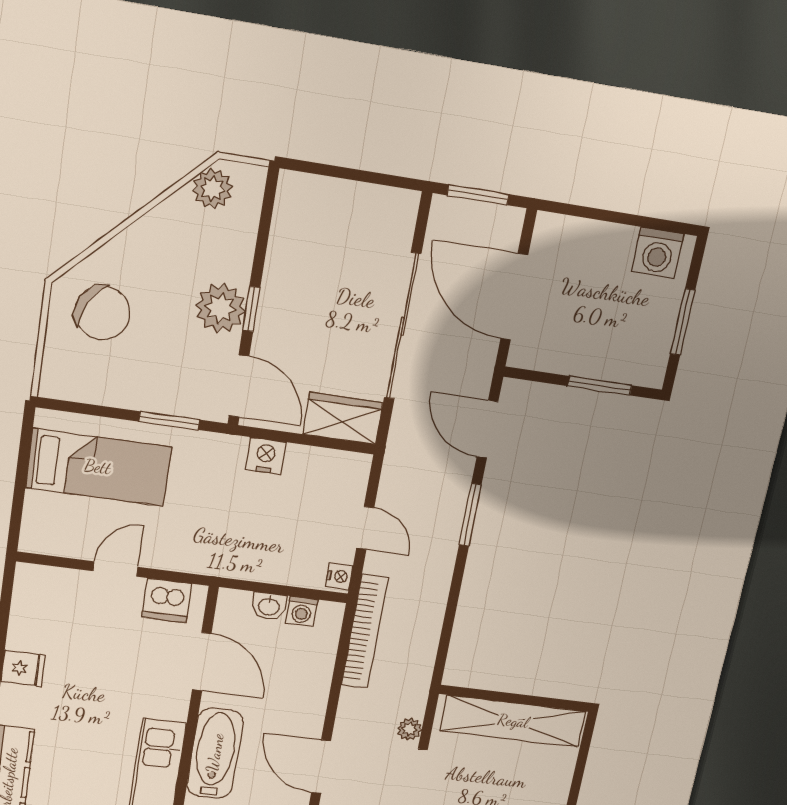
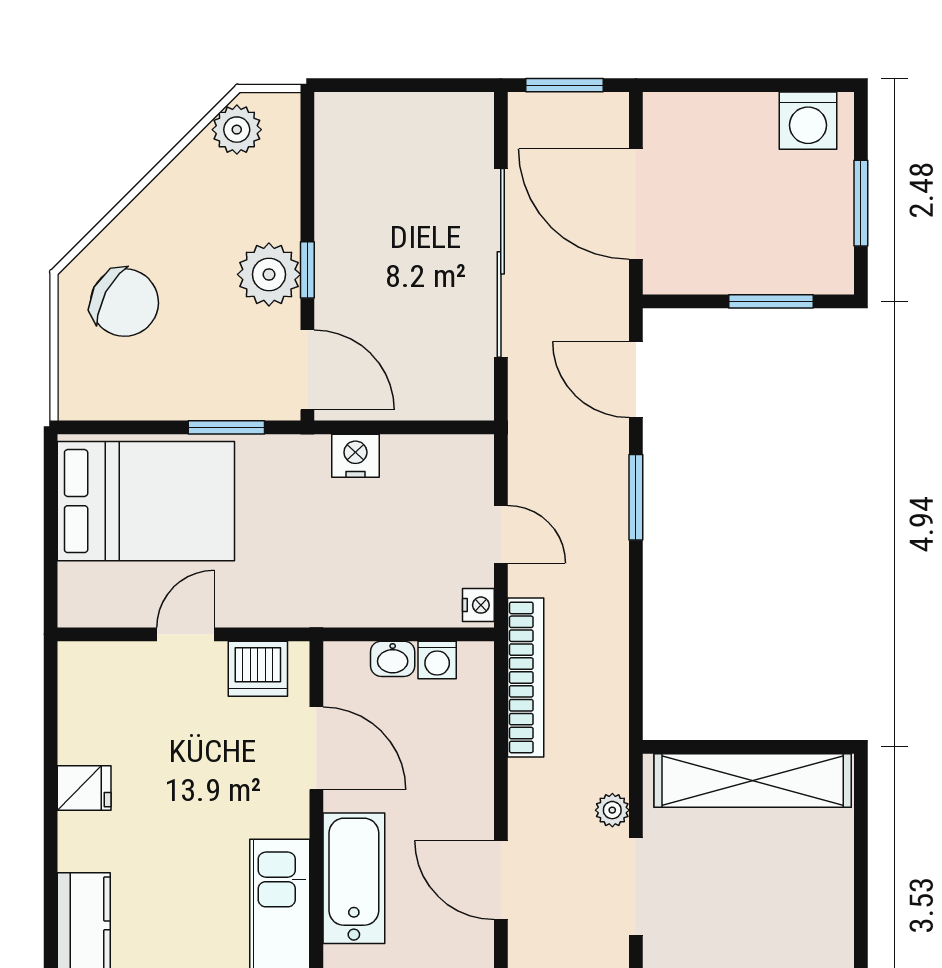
wardrobe: (343, 418) -> (446, 393), removed
bed: (98, 467) -> (146, 501), width x1.50

